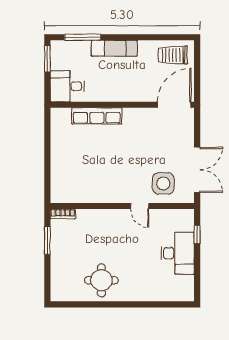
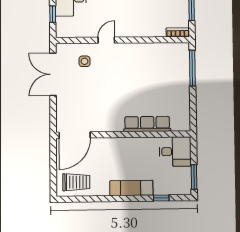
window: (83, 37) -> (161, 198), width x0.46
window: (47, 175) -> (192, 68), added
side table: (163, 183) -> (85, 61), width x0.54, depth x0.54
door: (140, 206) -> (106, 40), hinge flipped

